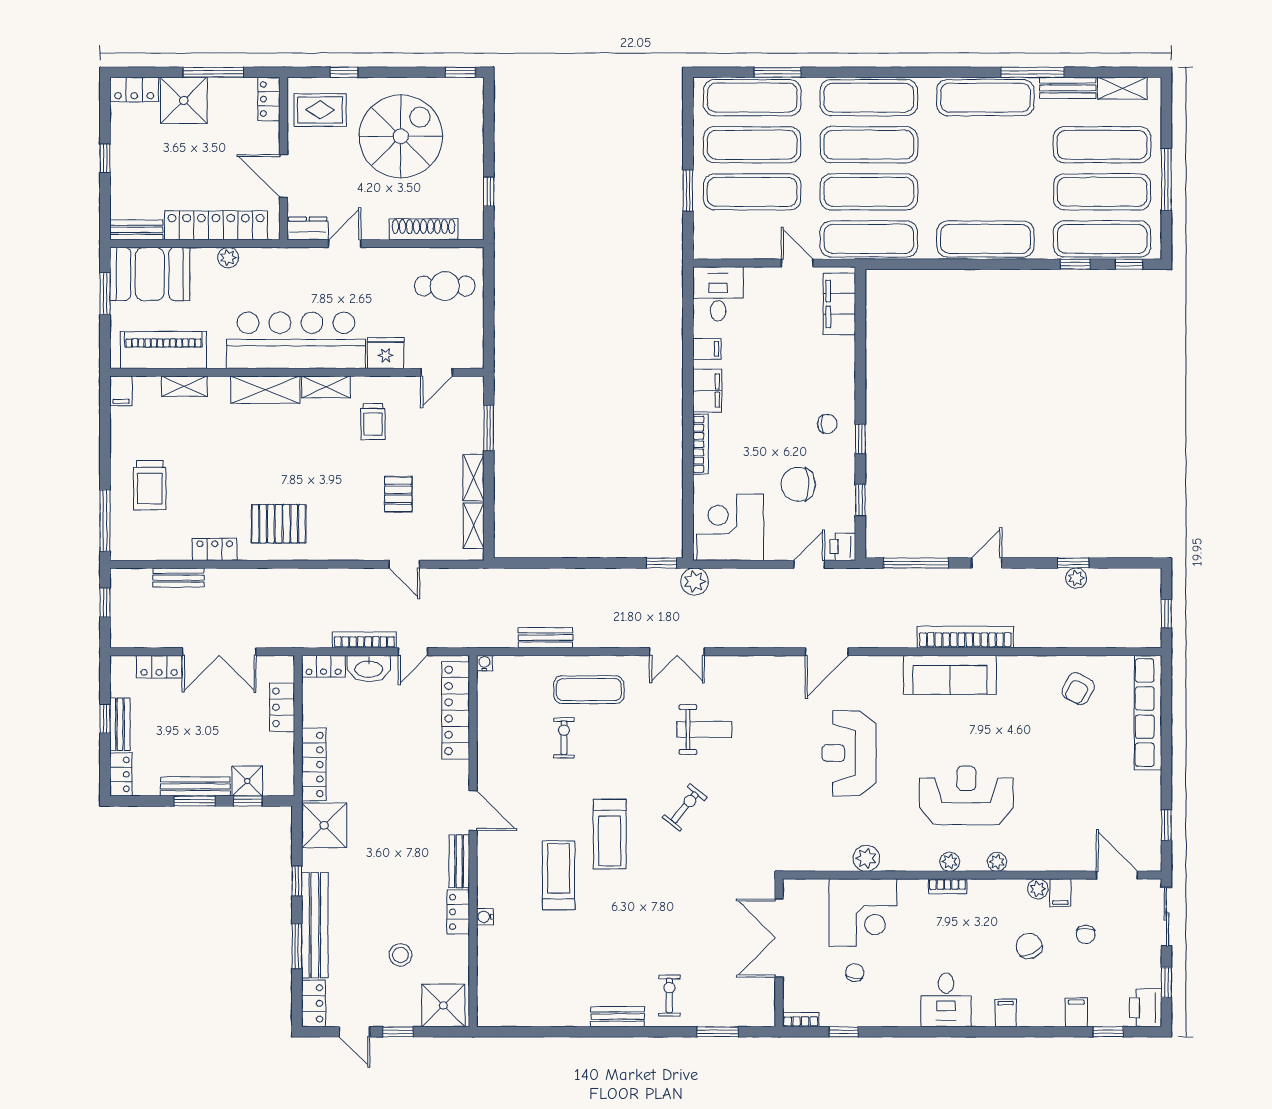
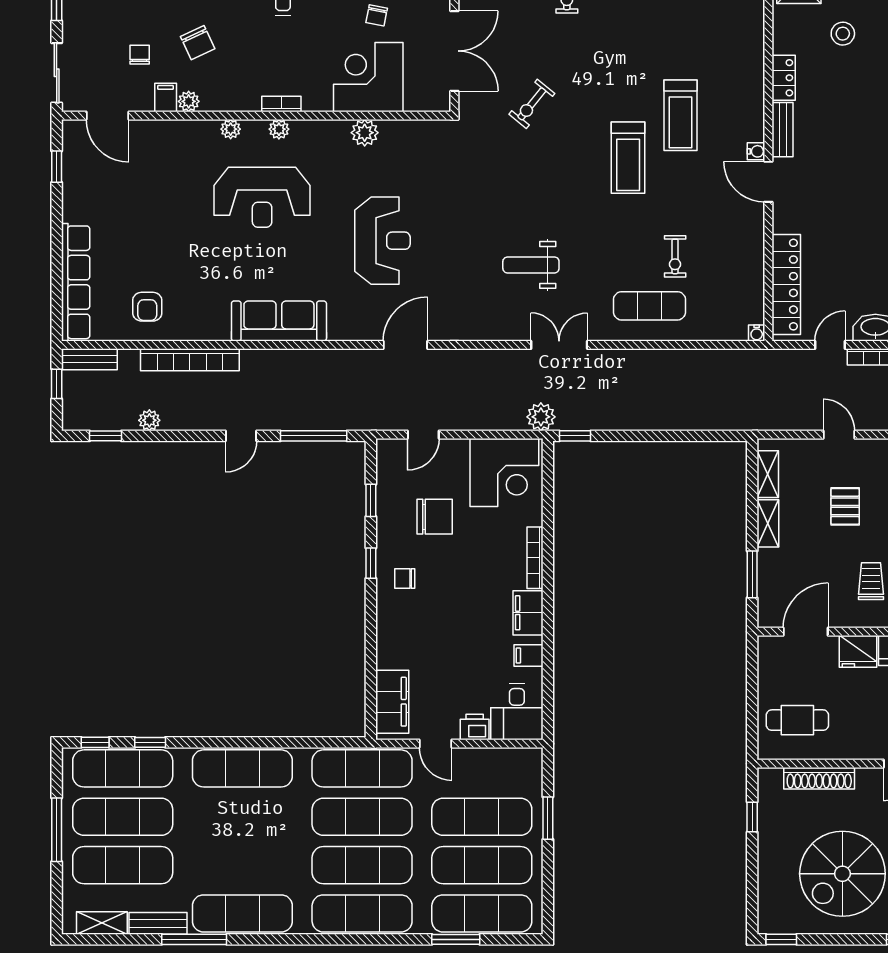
door: (437, 372) -> (806, 632), width x1.38
printer: (843, 547) -> (475, 727), moved, turned -90
window: (1073, 563) -> (105, 436), moved
bookcase: (965, 637) -> (190, 360), moved
bench: (545, 638) -> (89, 359), moved
armchair: (1078, 689) -> (147, 307), turned 152
exercise bike: (685, 807) -> (532, 104), moved
treadmill: (610, 834) -> (628, 158), turned 180
water cooler: (485, 917) -> (756, 151), moved

